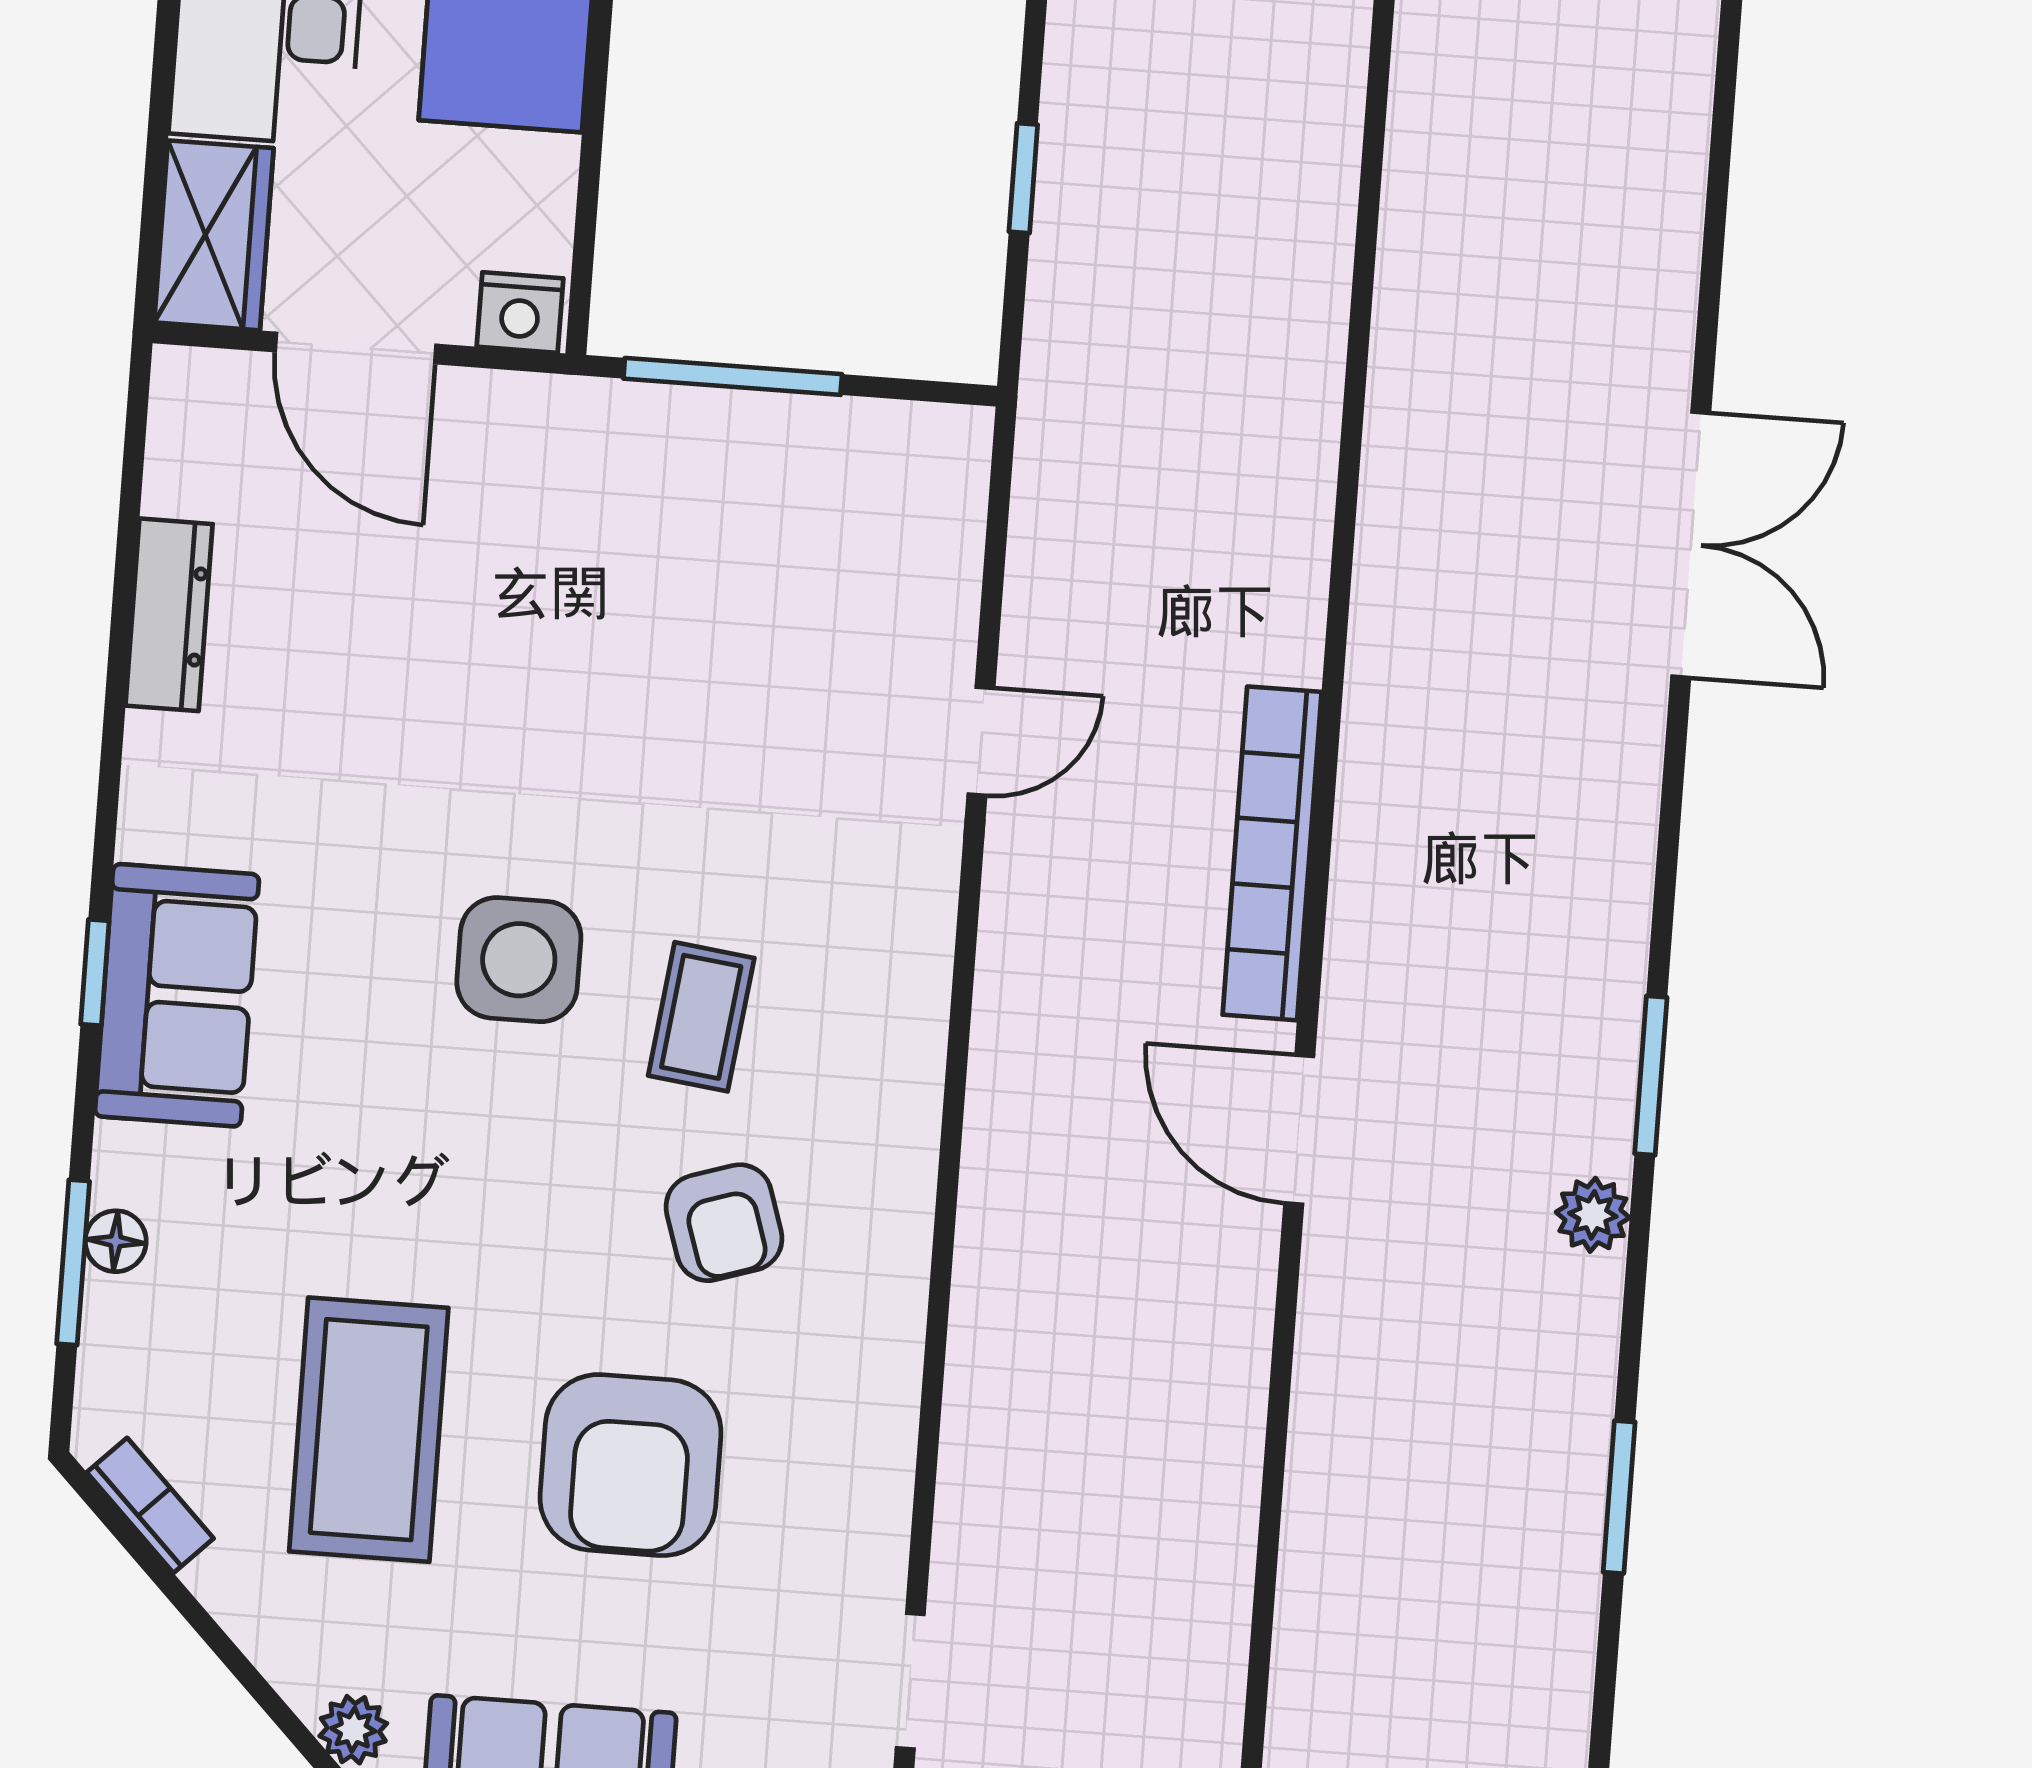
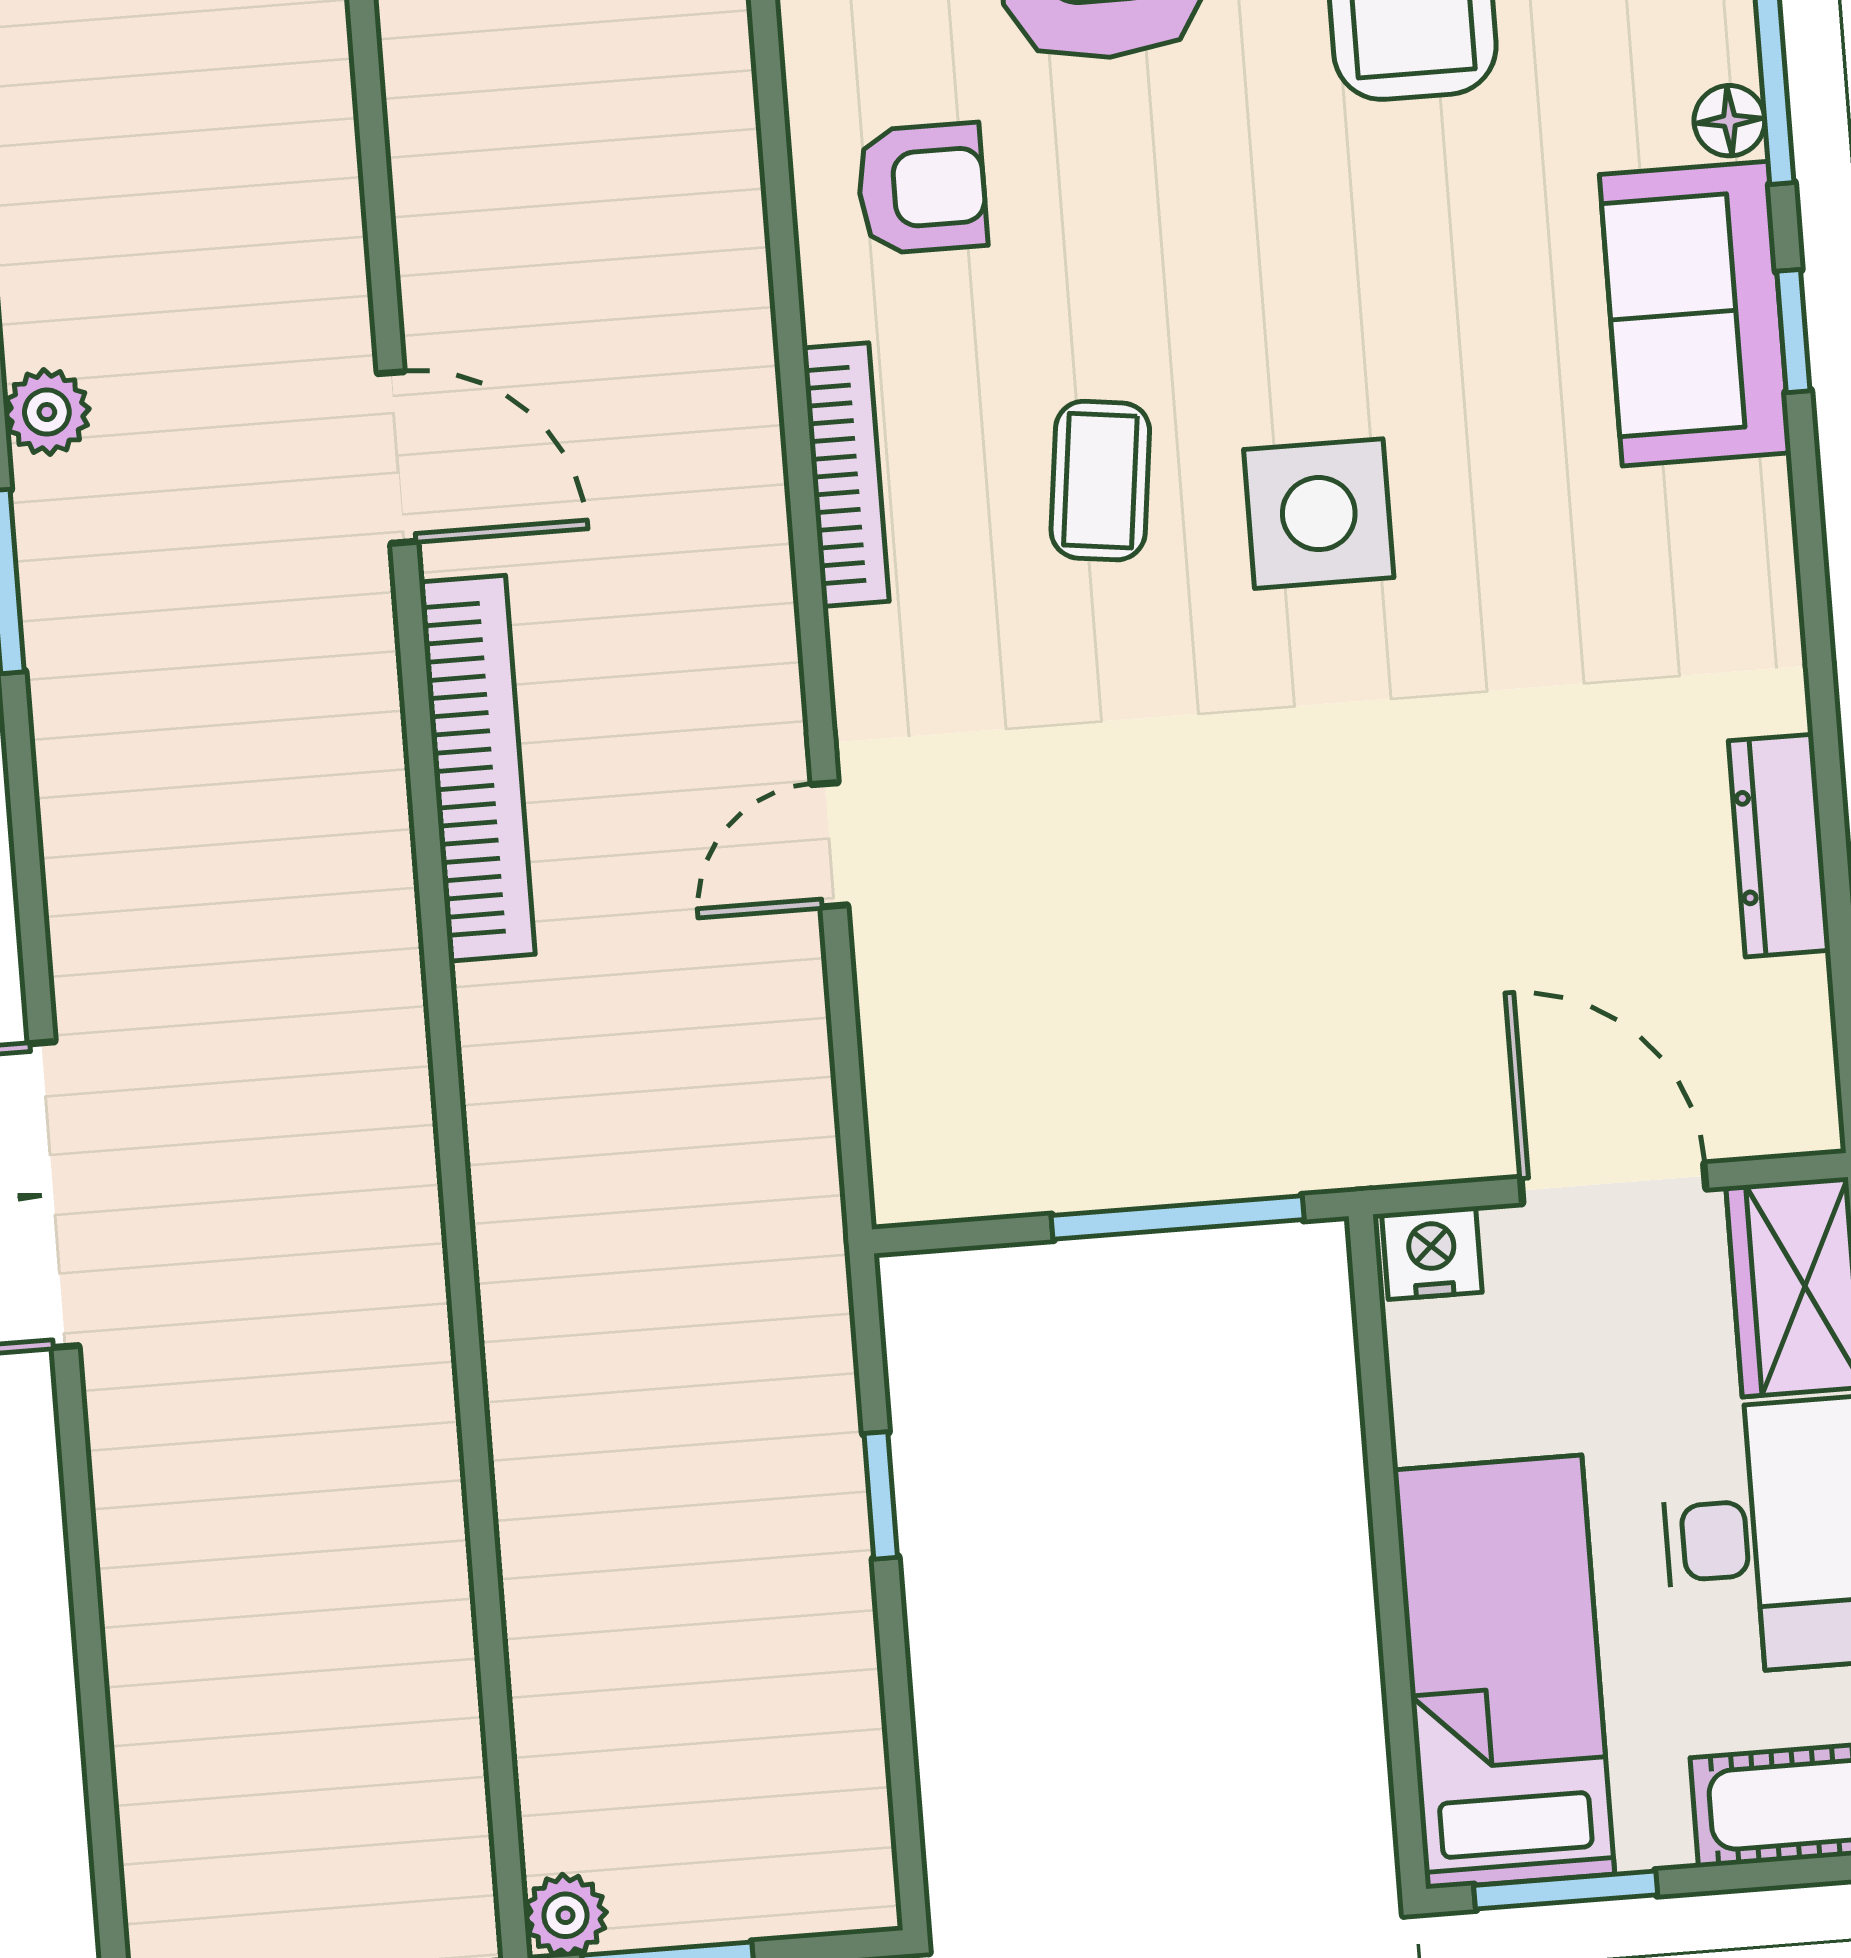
window: (95, 972) -> (1793, 331), moved
sofa: (177, 995) -> (1695, 314), moved
bookcase: (918, 1056) -> (846, 475), added
armchair: (724, 1223) -> (922, 188), moved, turned 108

